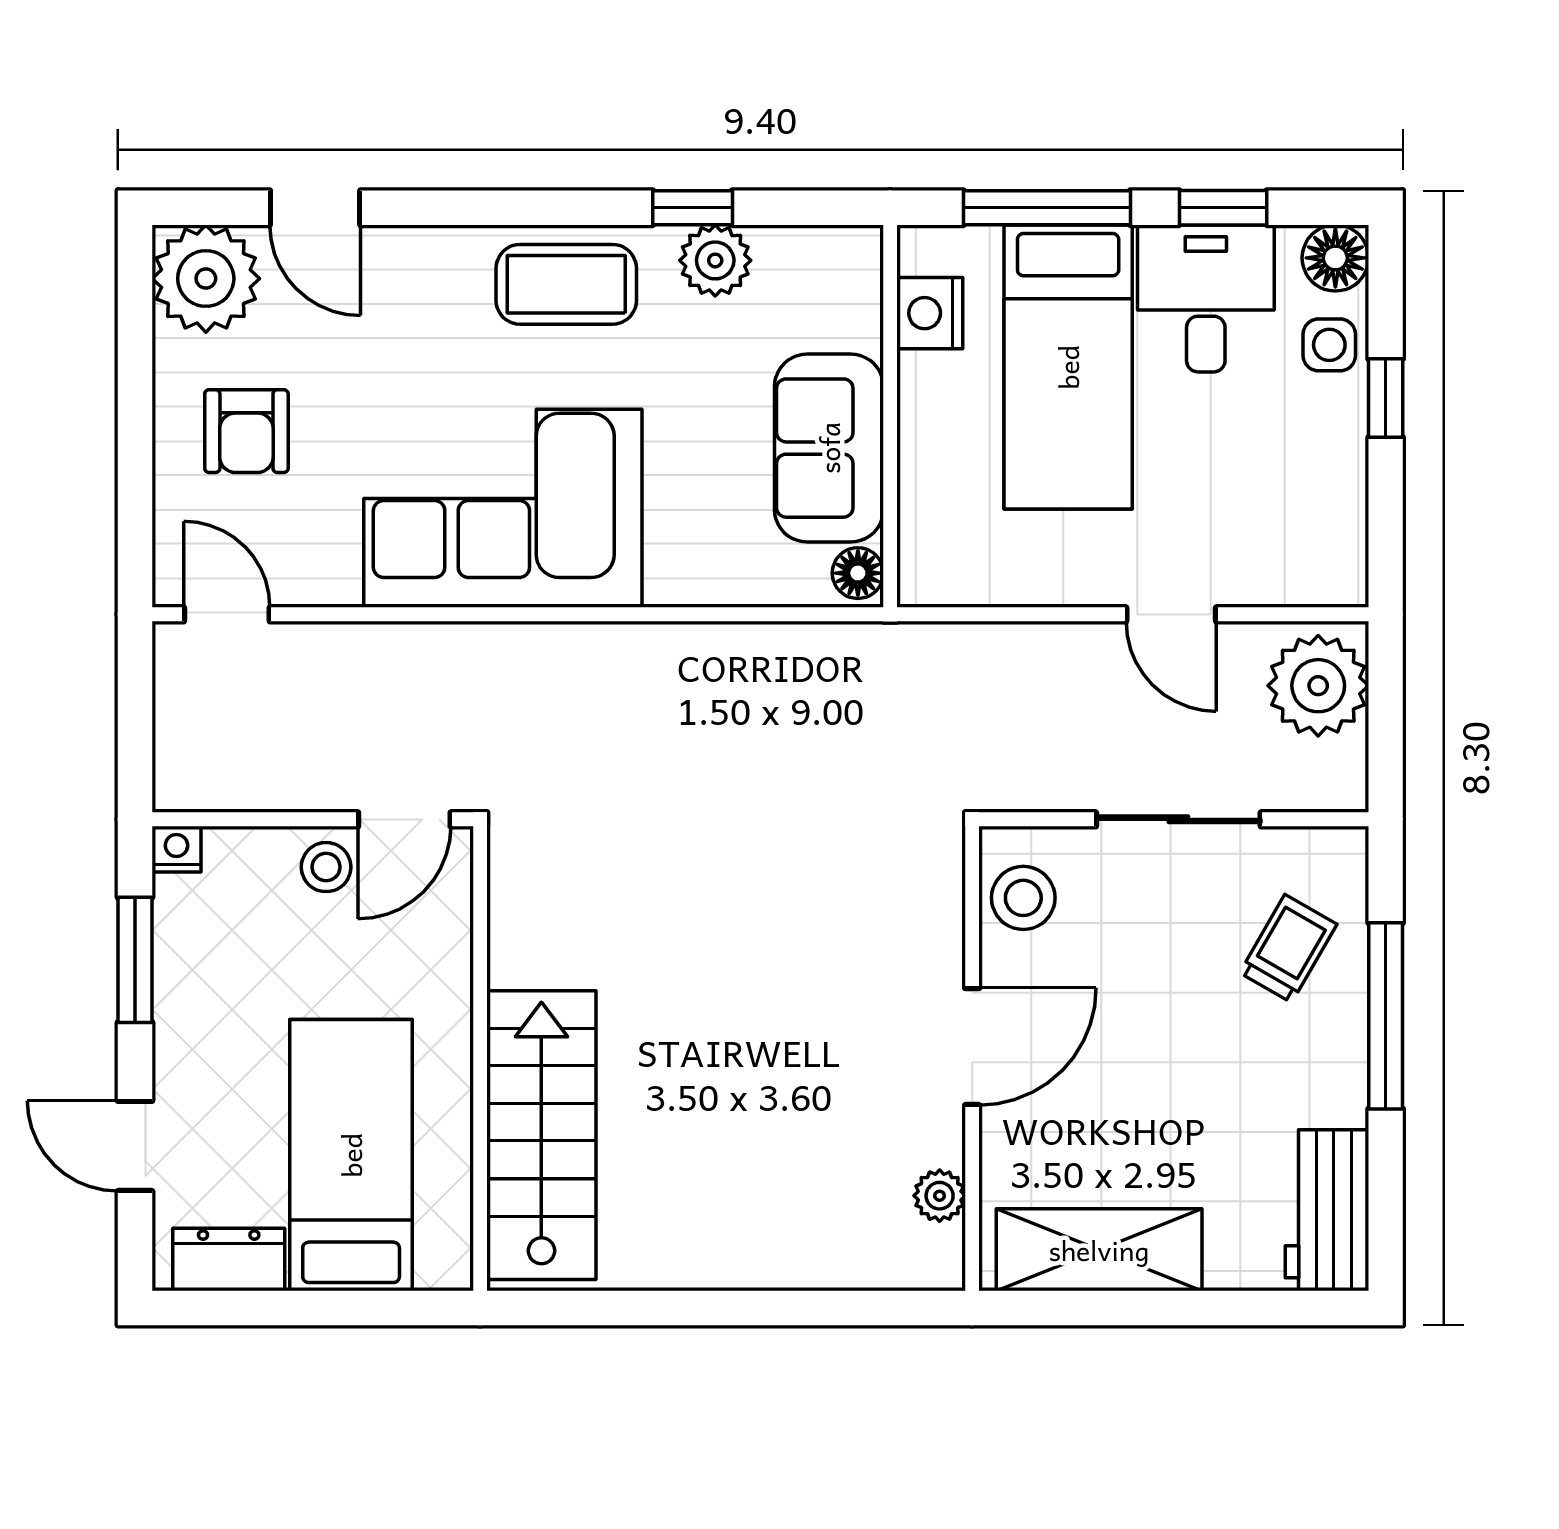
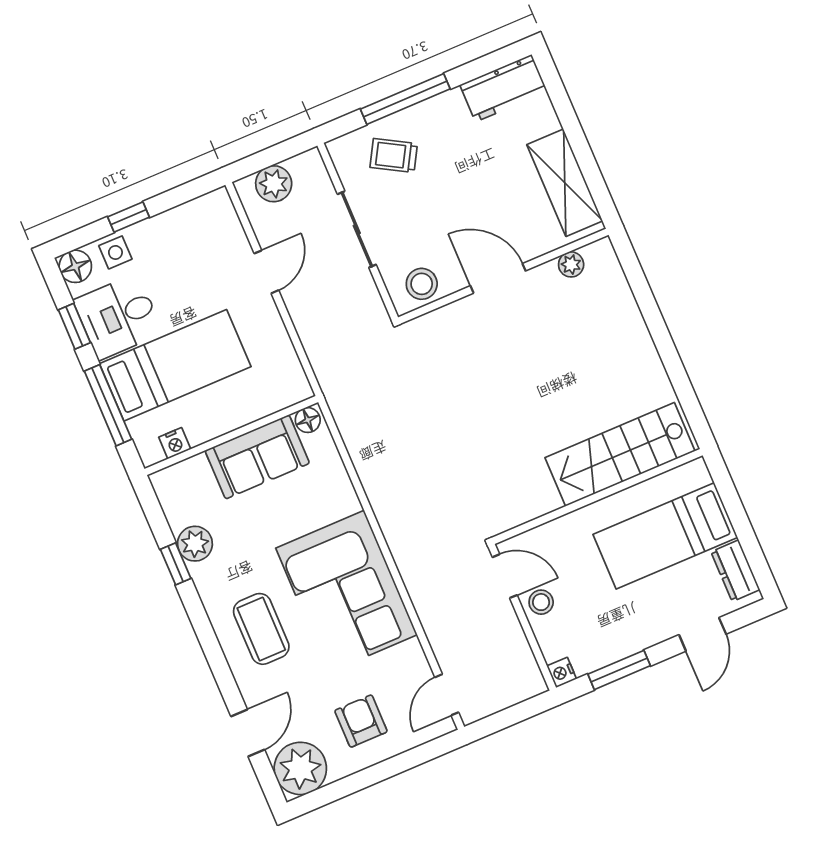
coffee table: (566, 284) -> (261, 629), moved
nightstand: (930, 313) -> (175, 443), width x0.72, depth x0.74
armchair: (246, 431) -> (361, 721), turned -90
plant: (1318, 686) -> (274, 184), width x0.73, depth x0.73

